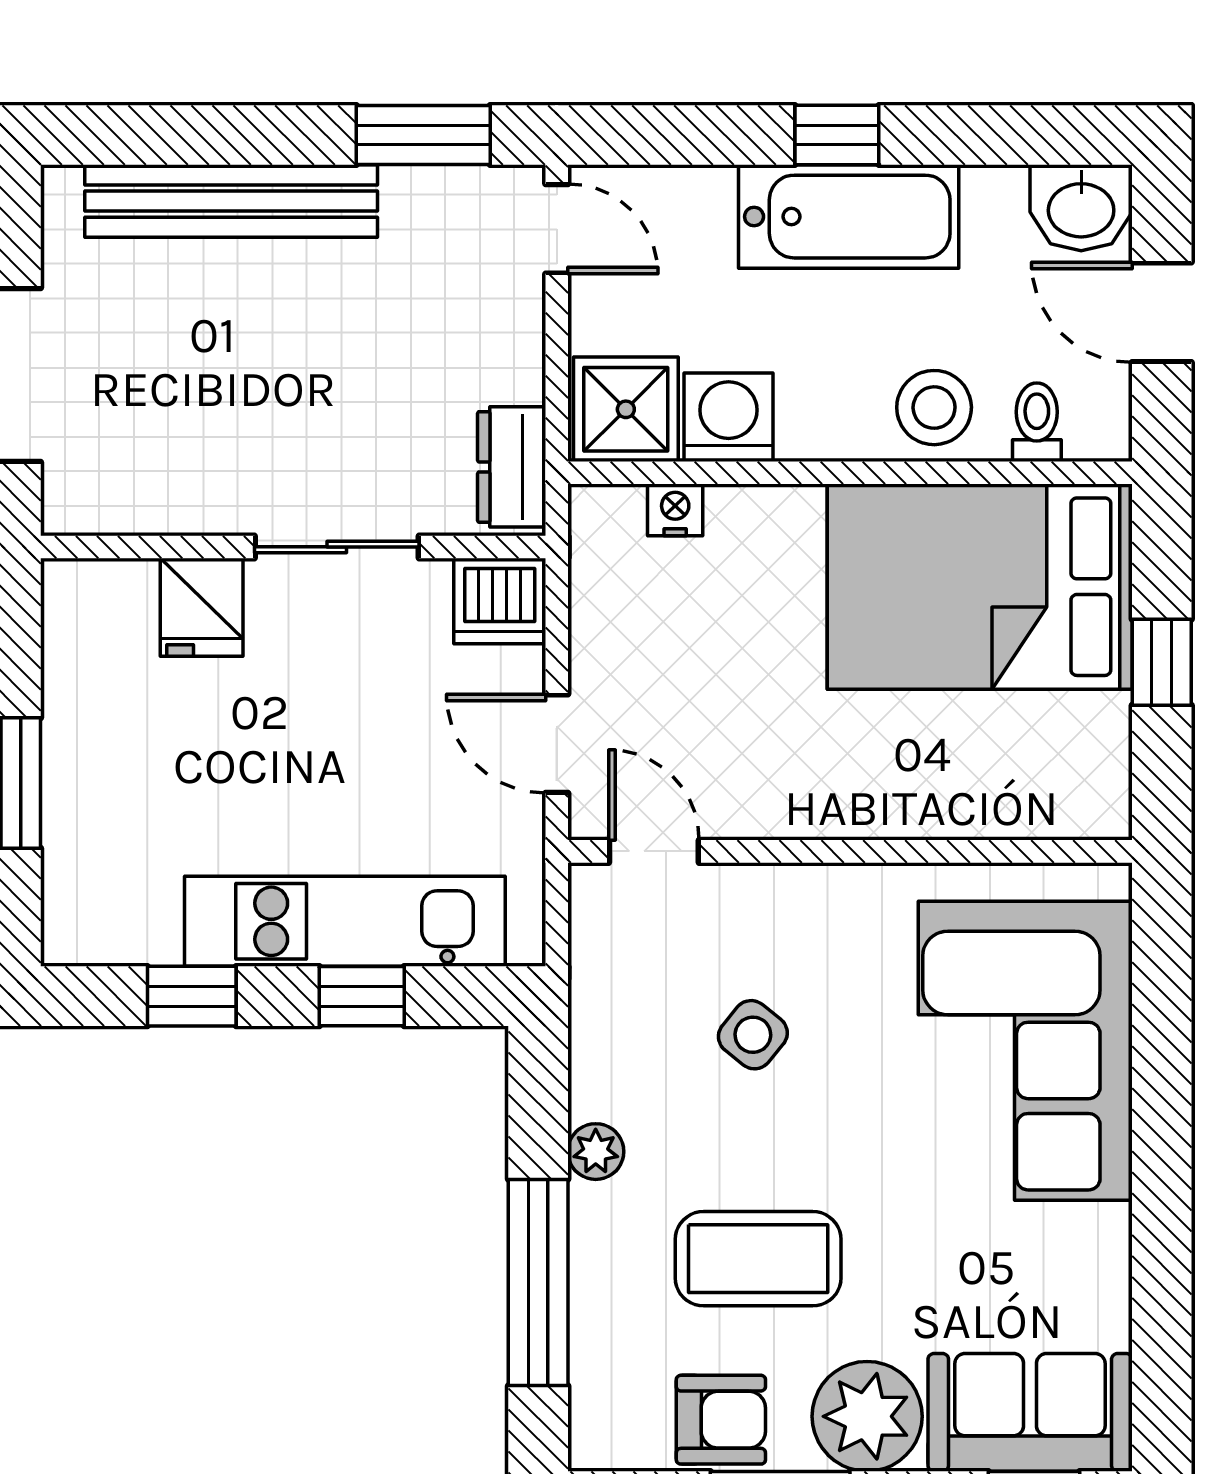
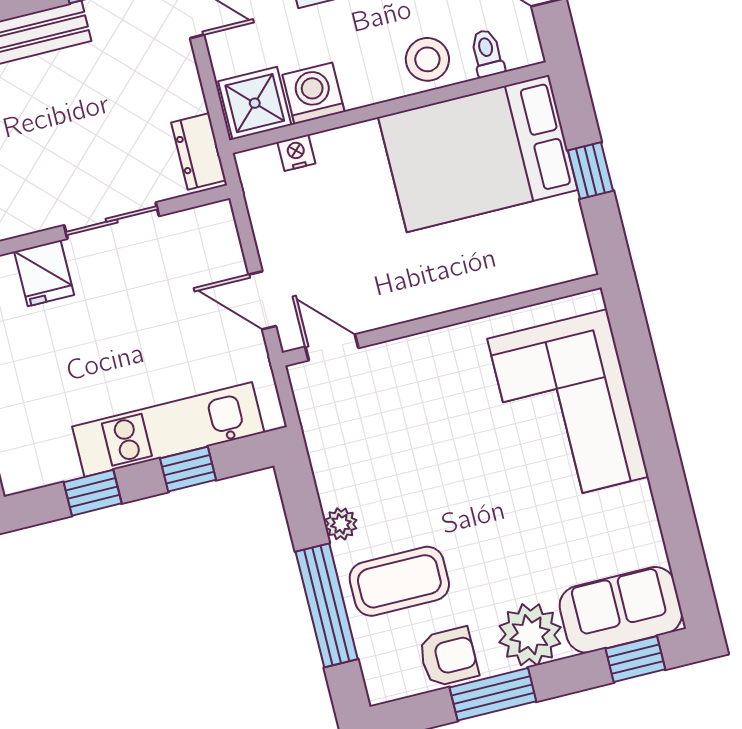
dishwasher: (500, 601) -> (211, 228), removed
side table: (753, 1035) -> (413, 436), removed
coffee table: (758, 1259) -> (399, 581), moved

